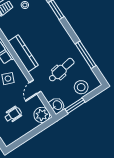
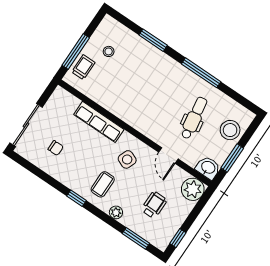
kitchen counter: (23, 53) -> (133, 117), removed
window: (86, 55) -> (201, 73), moved
window: (19, 142) -> (178, 238), added

